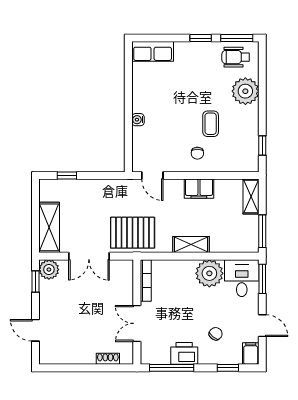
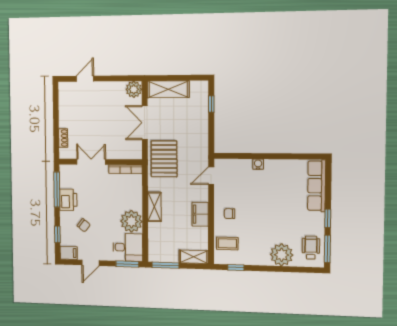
row of seats: (153, 51) -> (317, 186), width x1.48
coffee table: (211, 124) -> (227, 243), moved
window: (36, 282) -> (124, 78), removed

